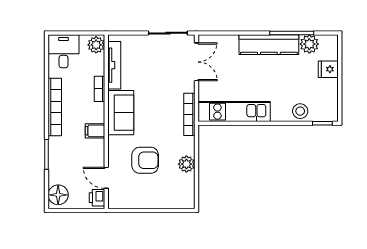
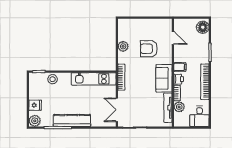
plant: (309, 44) -> (35, 121), moved
plant: (96, 45) -> (179, 107), moved
printer: (97, 198) -> (179, 79), moved

